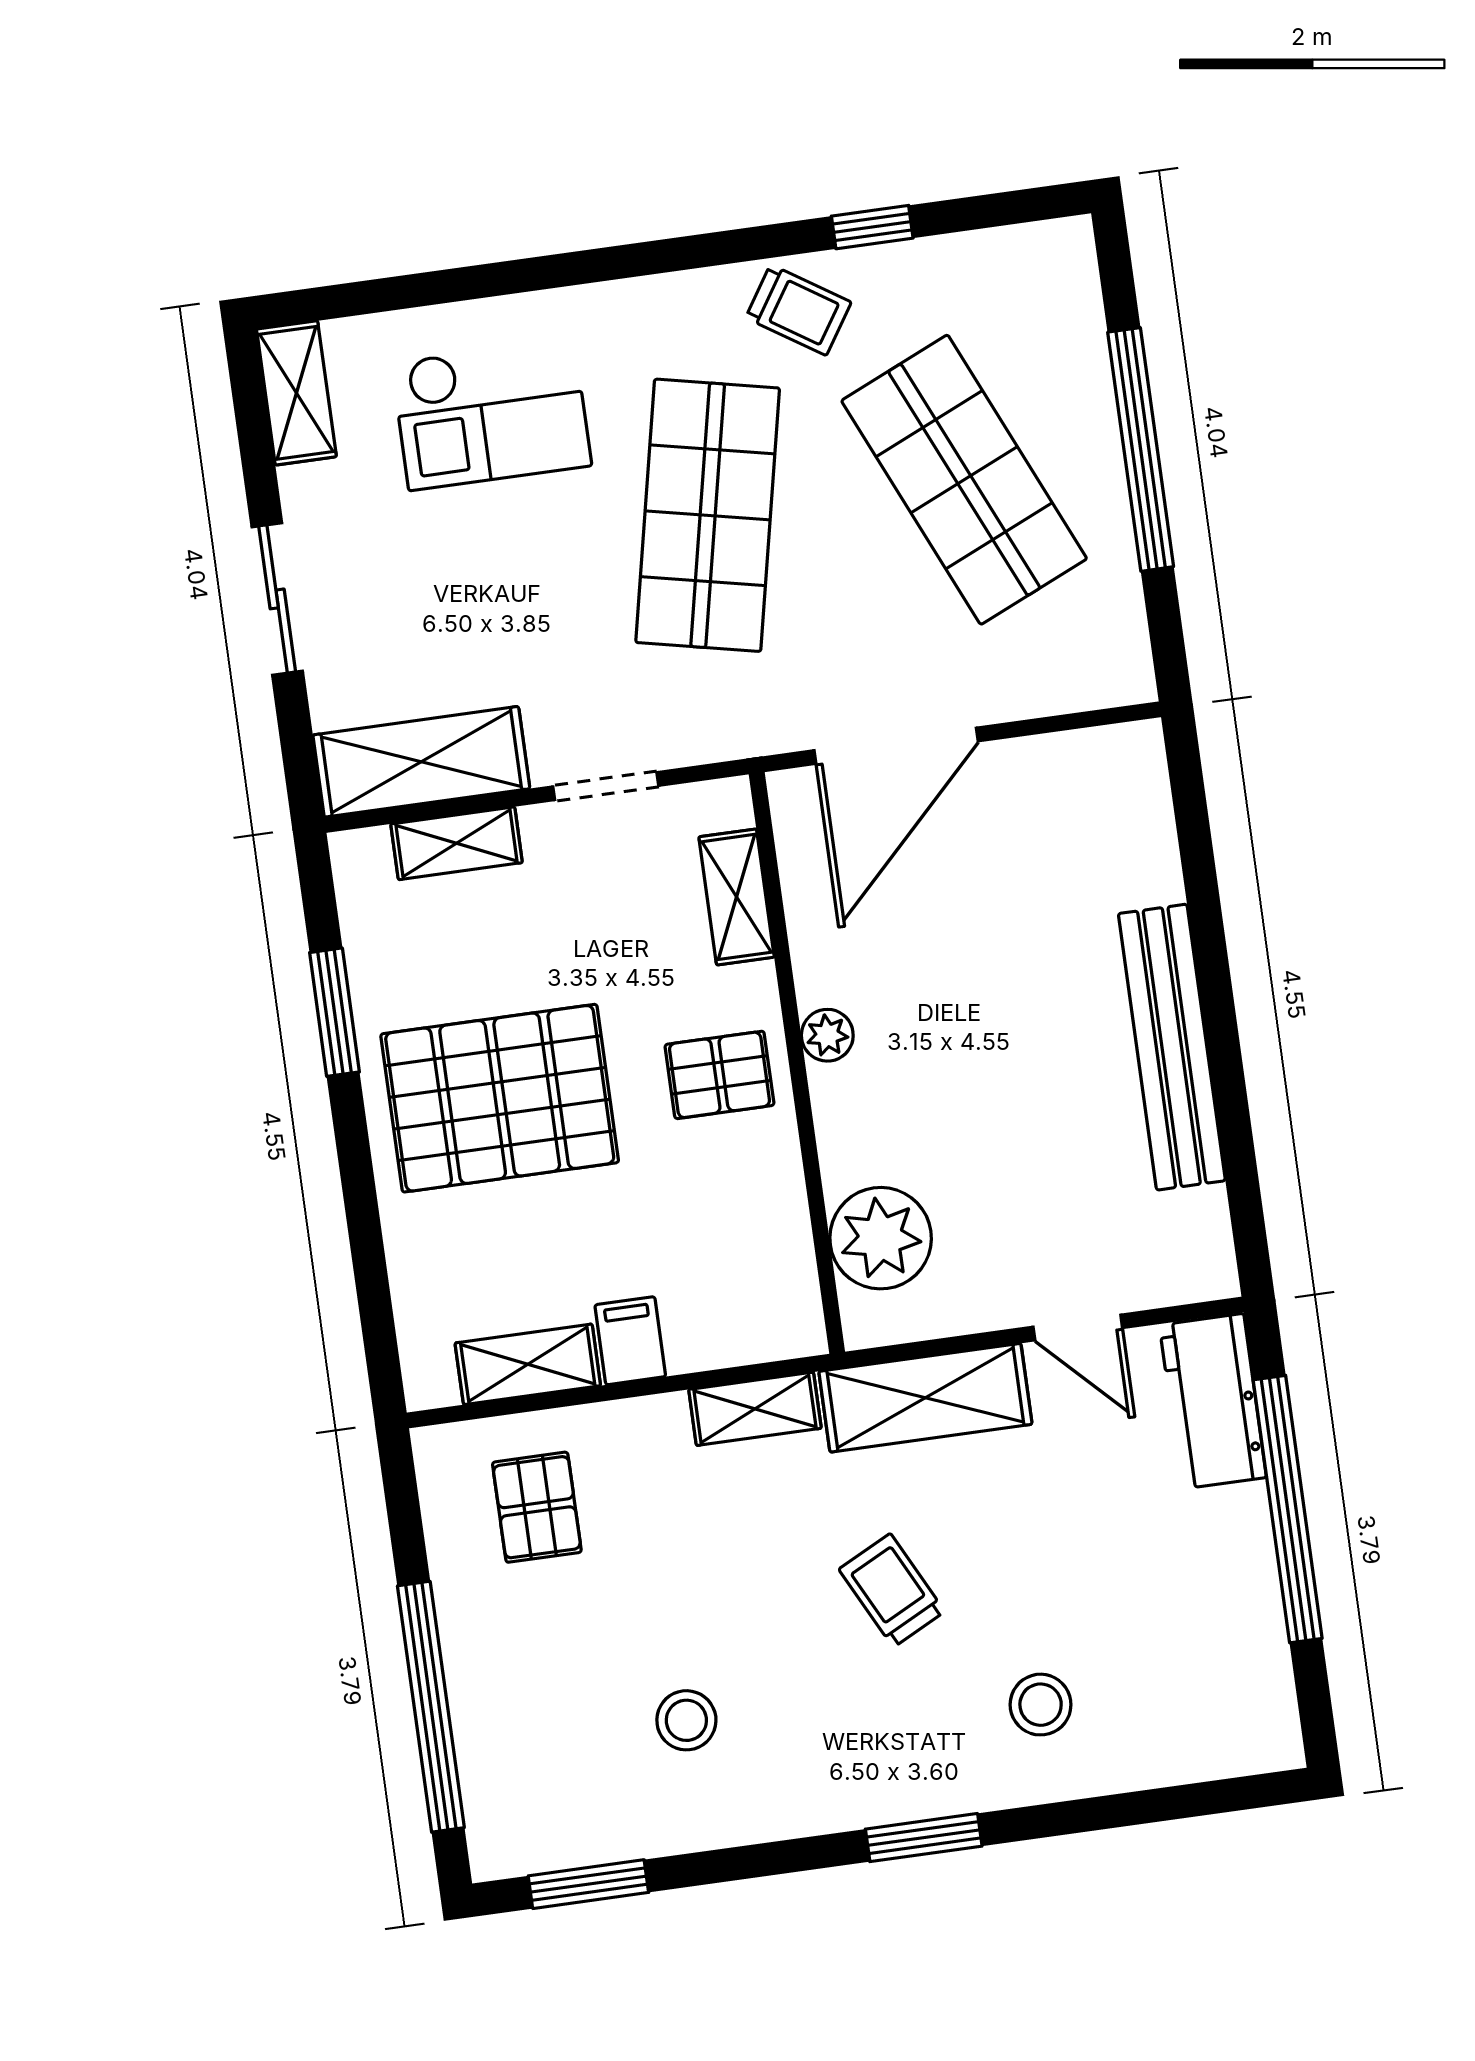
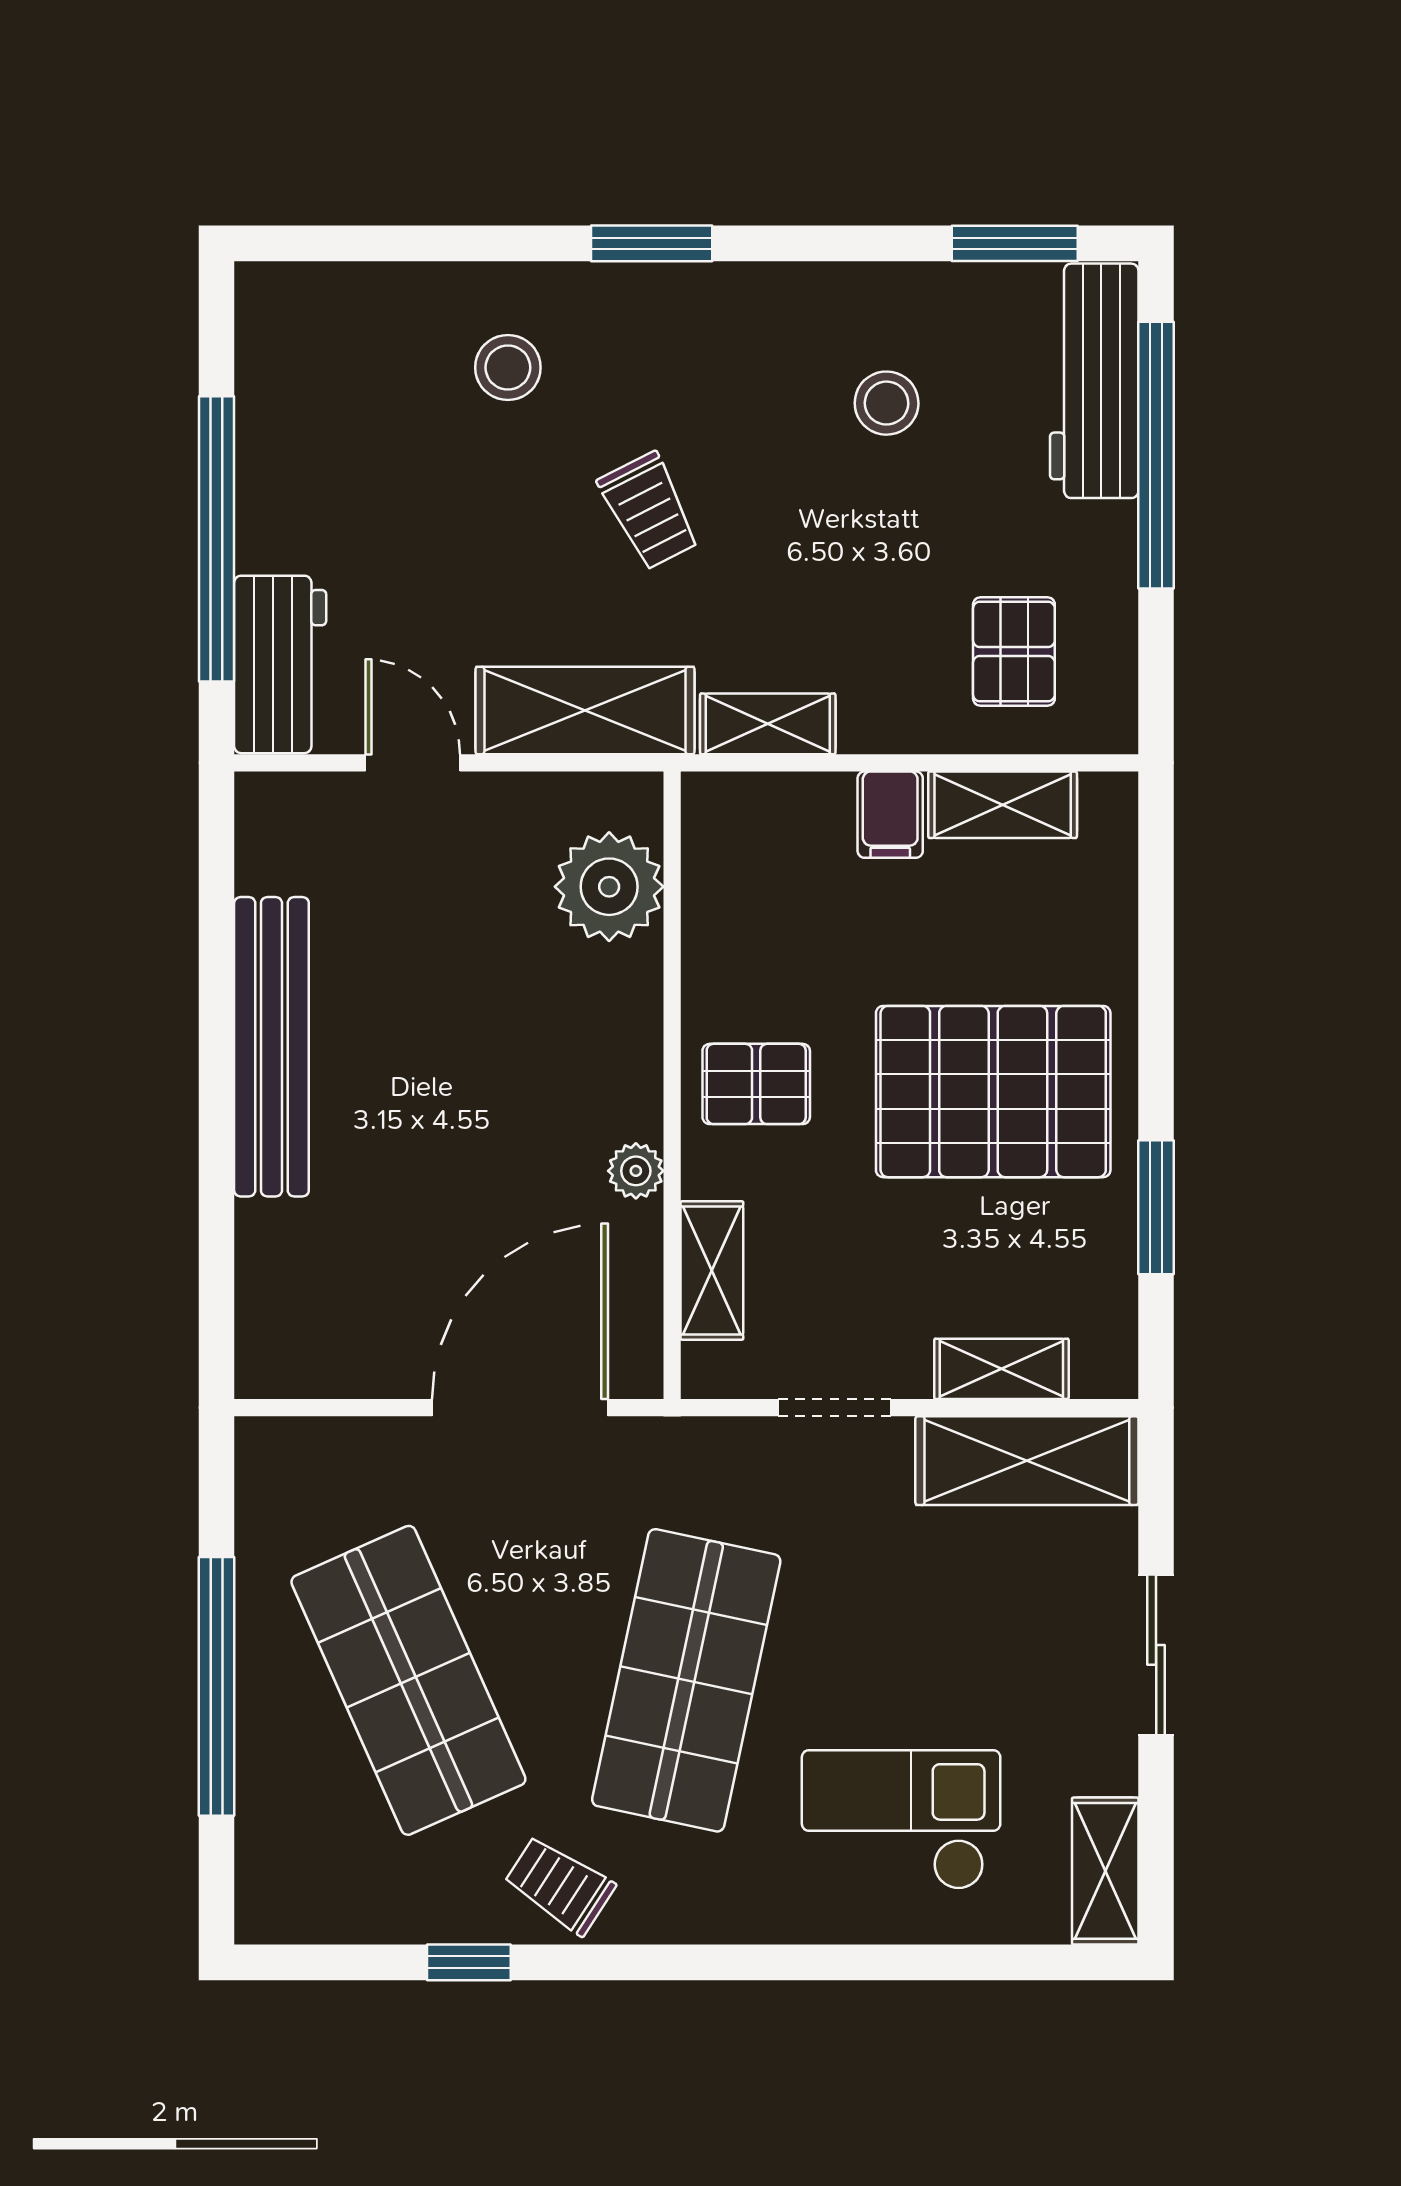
plant: (827, 1035) -> (636, 1171), moved
workbench: (497, 1767) -> (1094, 381), added

